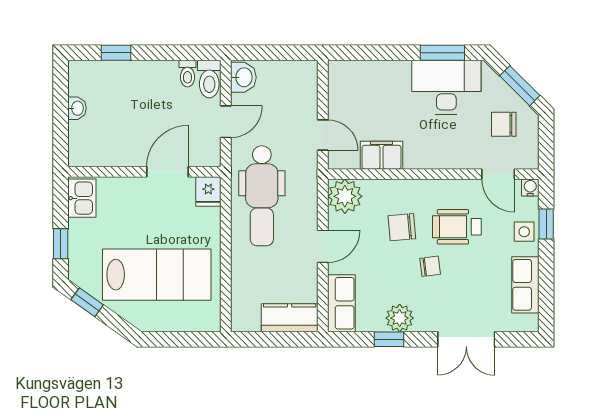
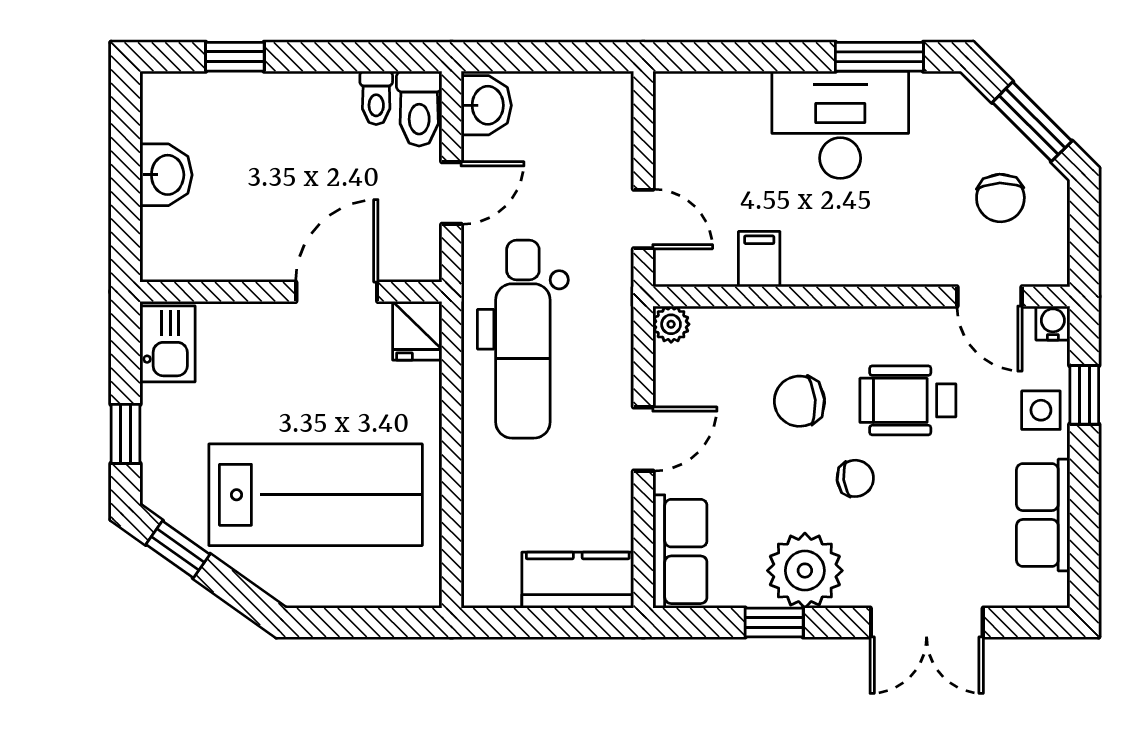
desk: (446, 87) -> (840, 125), moved
washbasin: (77, 108) -> (166, 175), width x1.38, depth x1.45
chair: (504, 124) -> (1000, 198), turned -92
filing cabinet: (381, 155) -> (759, 259), width x0.50
plant: (345, 196) -> (671, 324), width x0.53, depth x0.53
plant: (400, 318) -> (805, 571), width x1.36, depth x1.36

